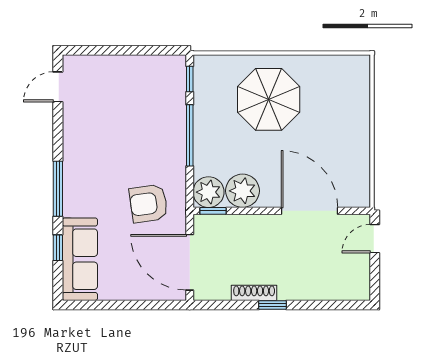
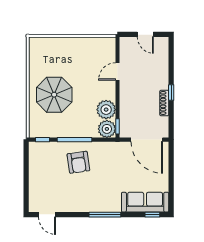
armchair: (149, 204) -> (78, 162), moved
door: (309, 211) -> (118, 71), width x0.53
door: (375, 239) -> (145, 34), moved
window: (58, 248) -> (152, 215), moved
door: (190, 262) -> (147, 140), hinge flipped

